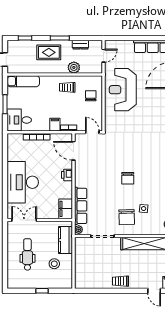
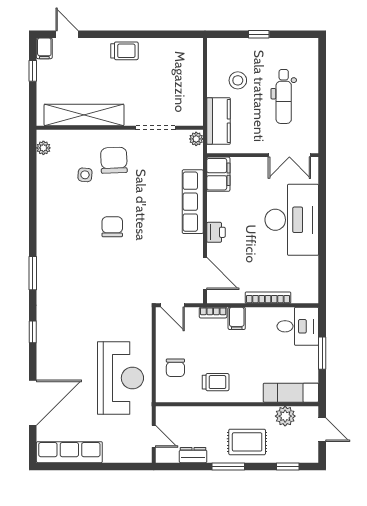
door: (103, 56) -> (154, 436), swing flipped
plant: (74, 67) -> (285, 416), moved
row of seats: (81, 206) -> (193, 202), moved

